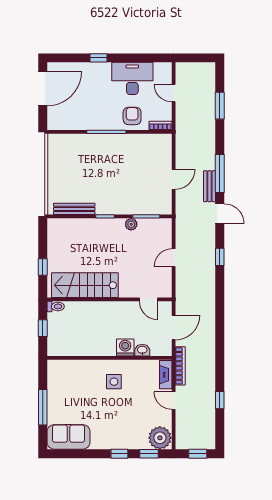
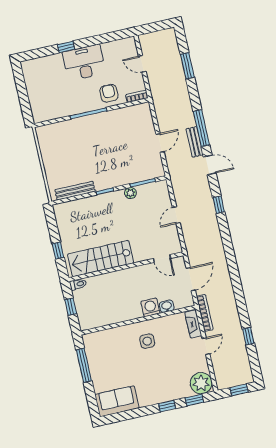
desk: (132, 78) -> (84, 63), moved
door: (43, 88) -> (21, 87), removed
door: (174, 401) -> (206, 346), swing flipped
window: (43, 407) -> (84, 365), moved

